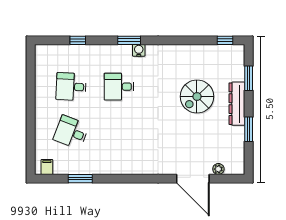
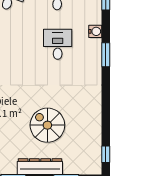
water cooler: (139, 50) -> (95, 31), moved

